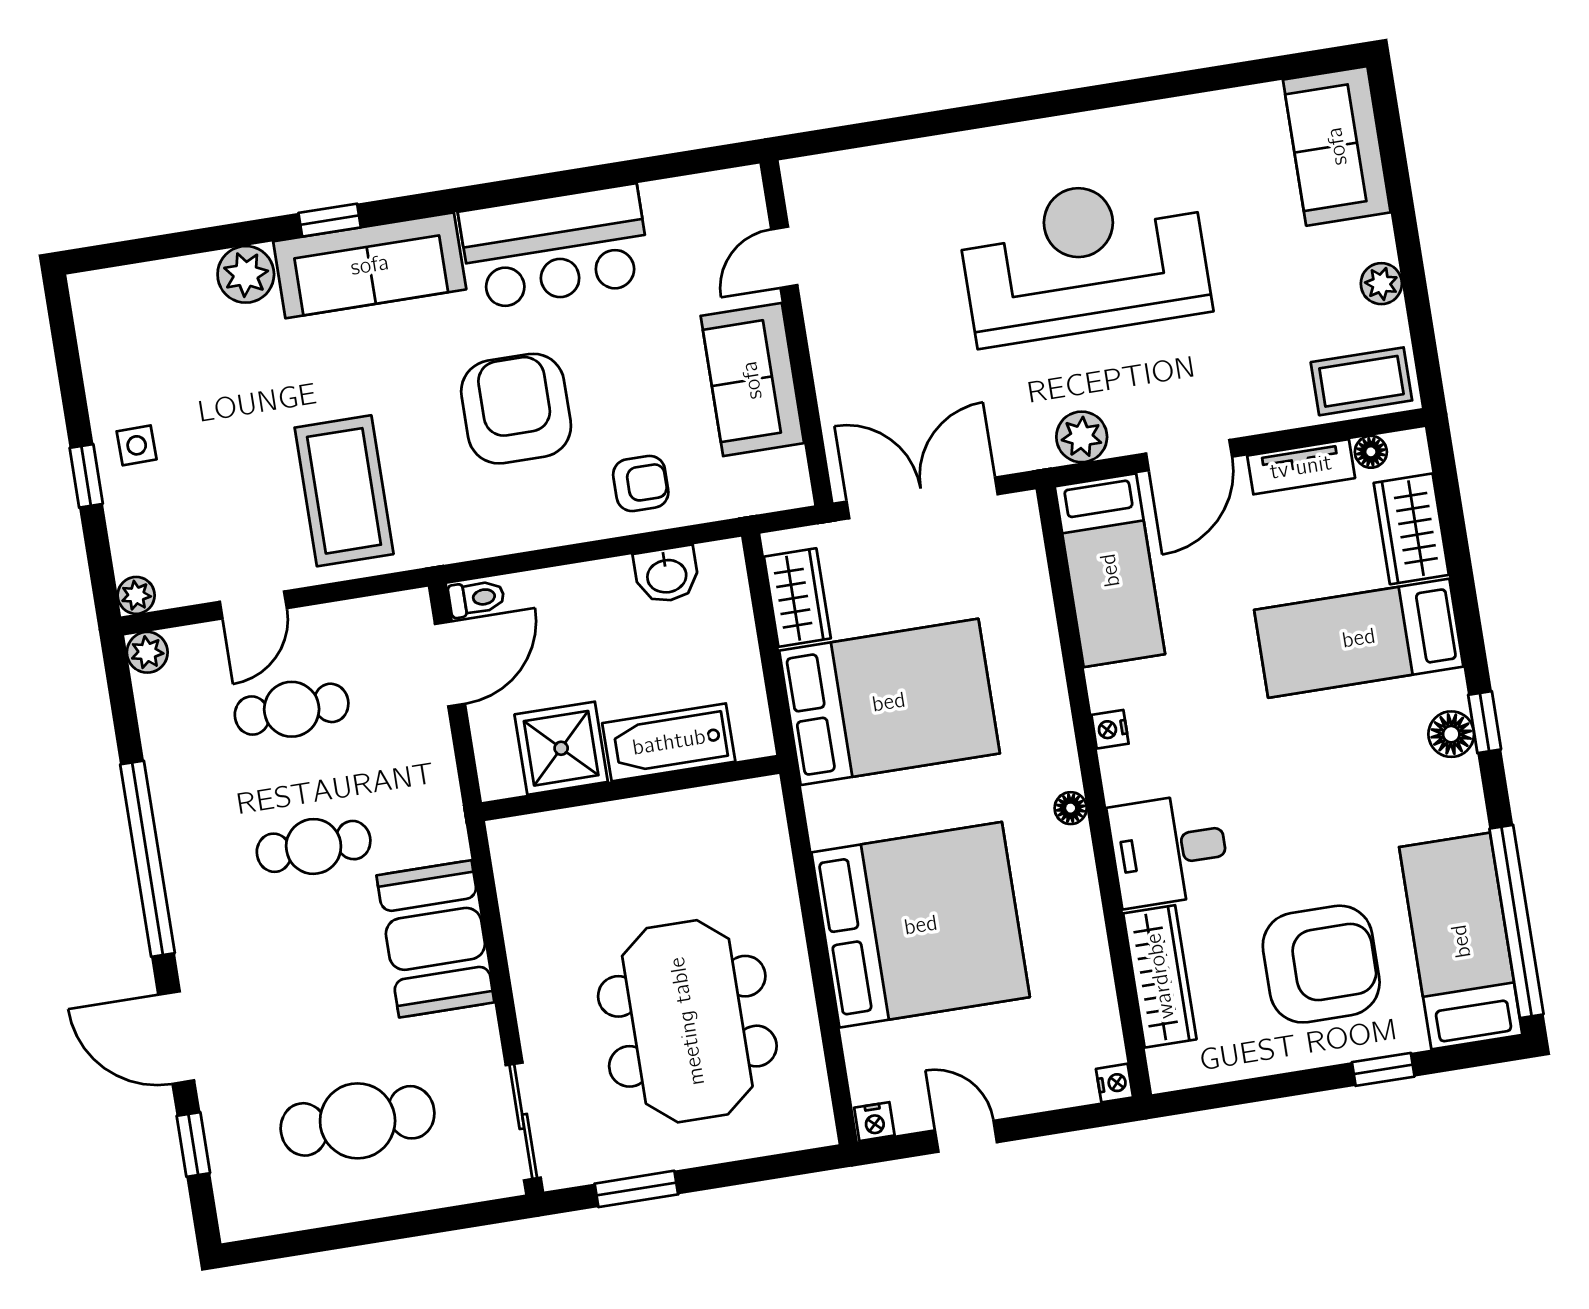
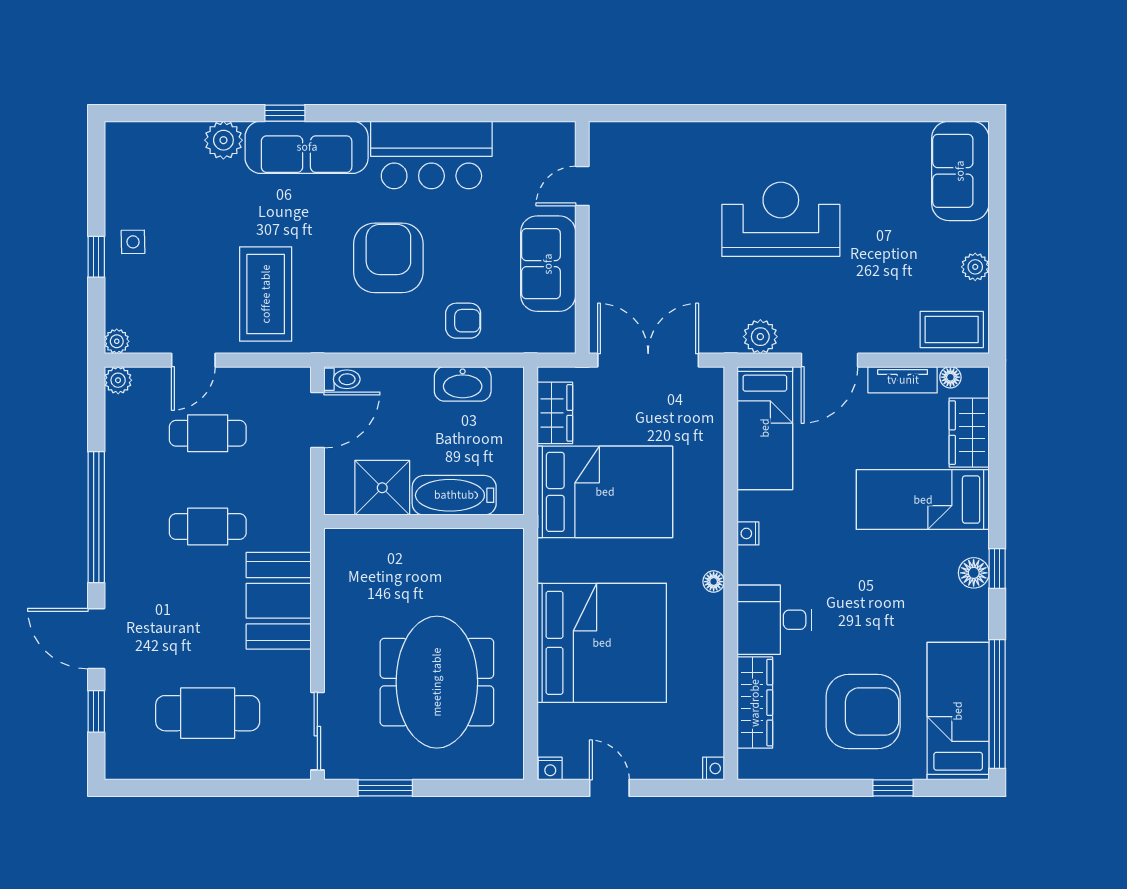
reception desk: (1084, 259) -> (781, 219), width x0.74, depth x0.77
washbasin: (667, 575) -> (463, 384), width x1.38

